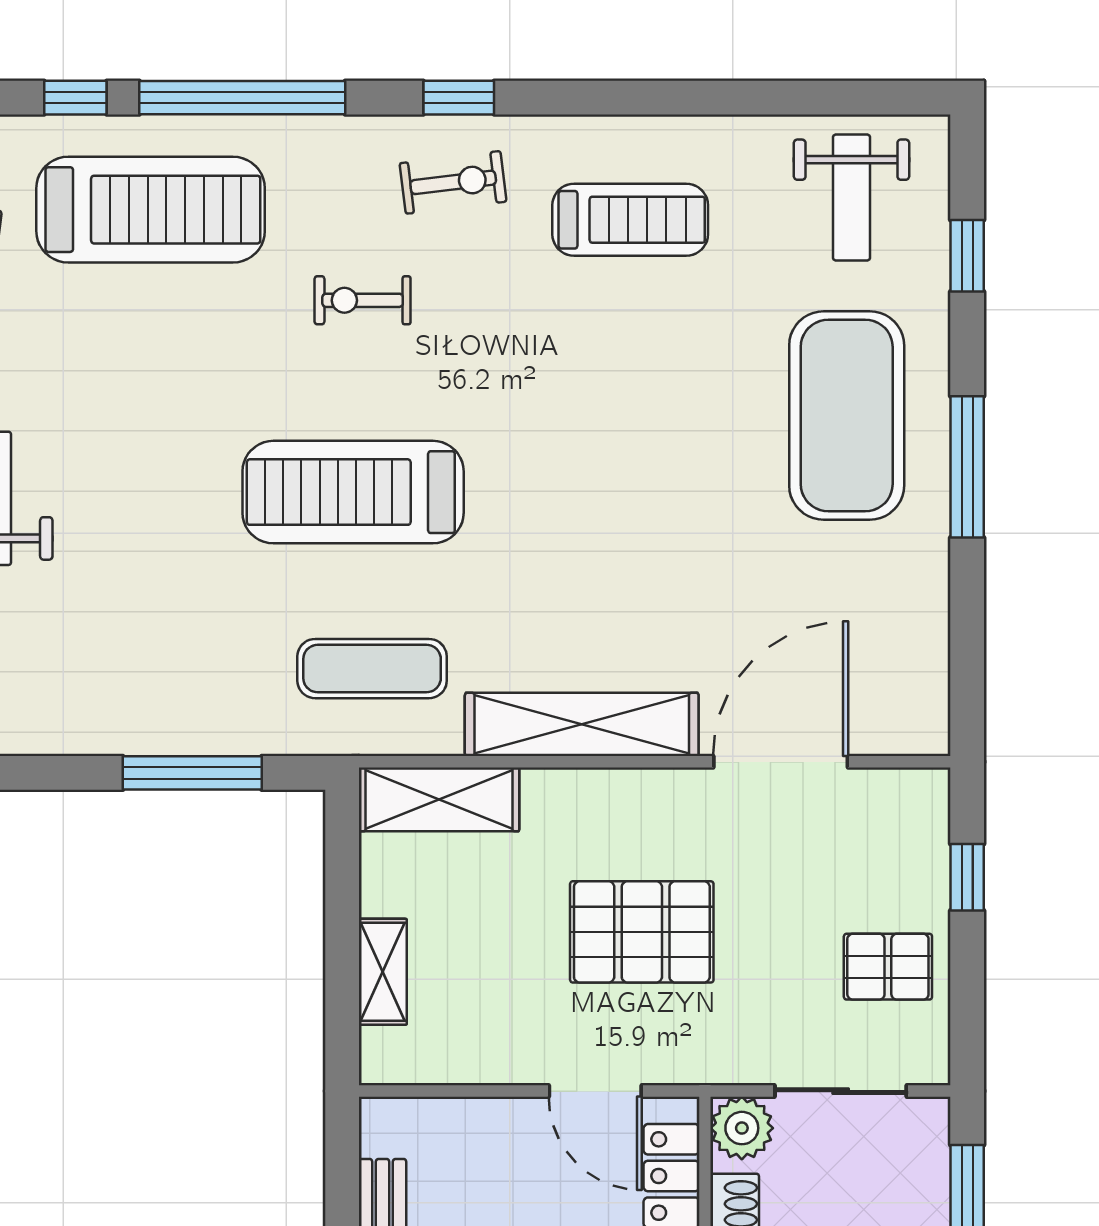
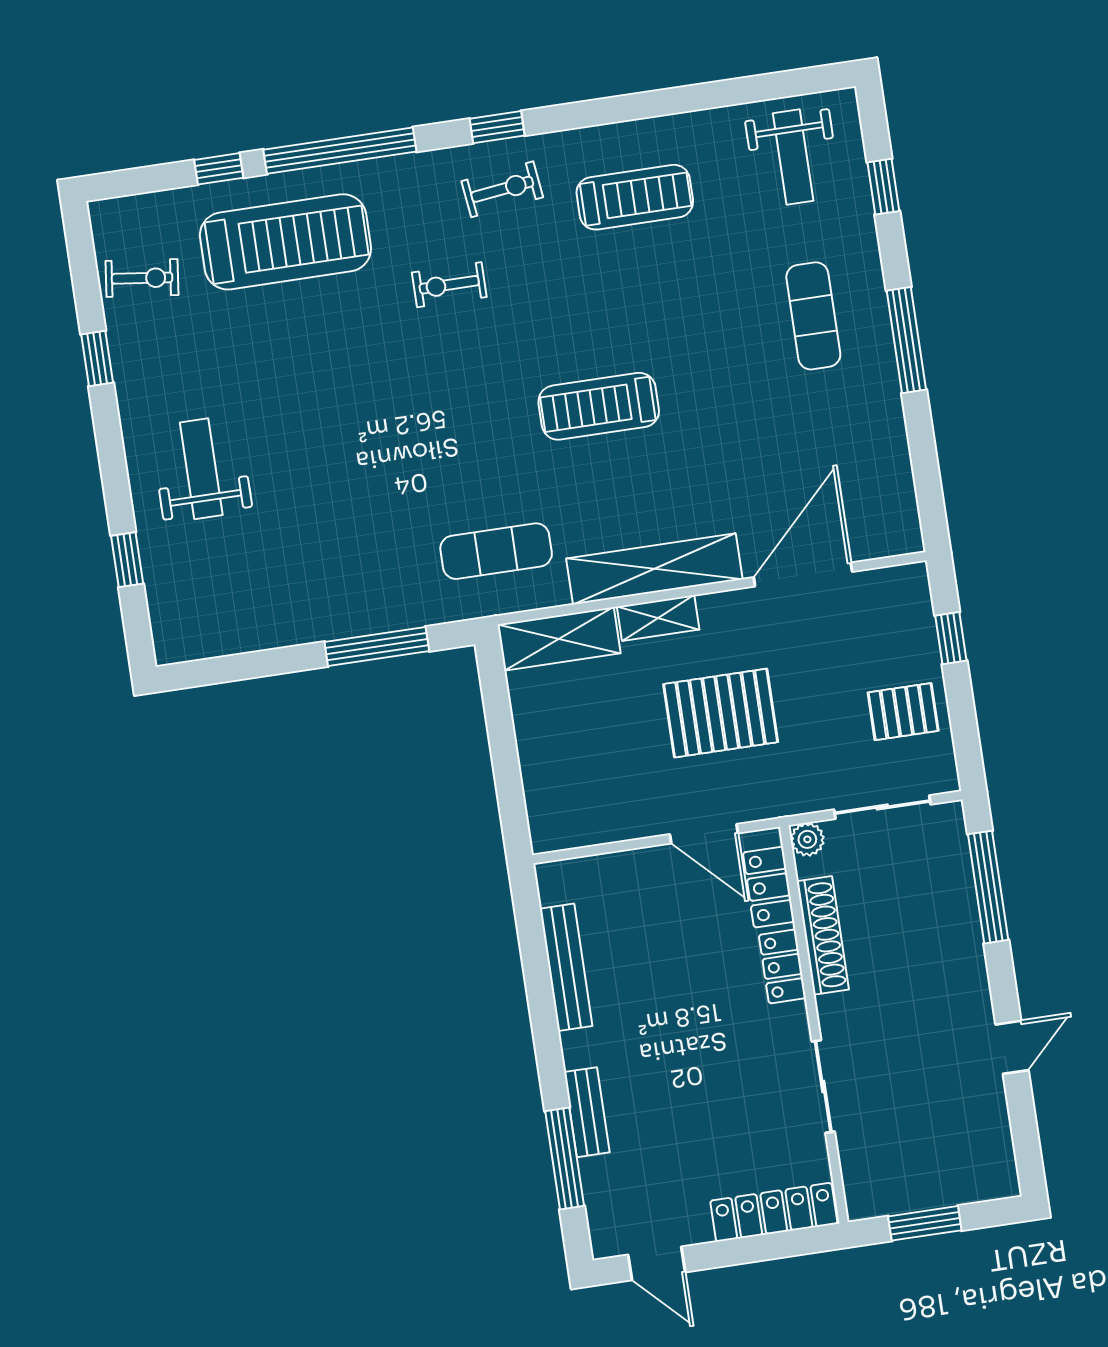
exercise mat: (847, 415) -> (813, 316), width x0.50, depth x0.69
treadmill: (353, 492) -> (599, 406), moved, width x0.73, depth x0.73
shelving: (383, 972) -> (658, 618), moved, turned 90
plant: (742, 1128) -> (807, 839), width x0.73, depth x0.73

